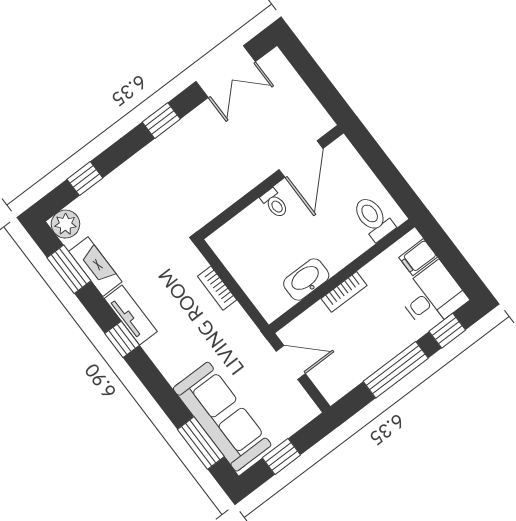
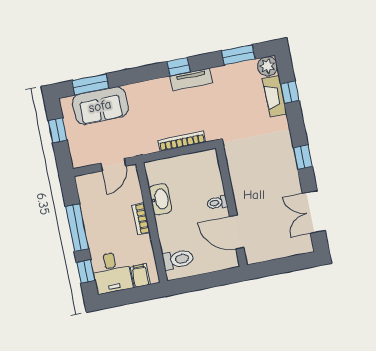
fireplace: (95, 267) -> (275, 96), moved, turned 90
bookcase: (217, 288) -> (182, 141), width x1.56
sofa: (222, 417) -> (100, 106), width x0.73

